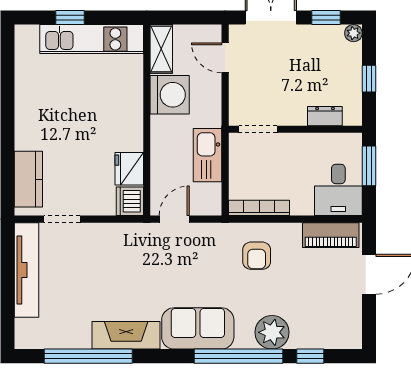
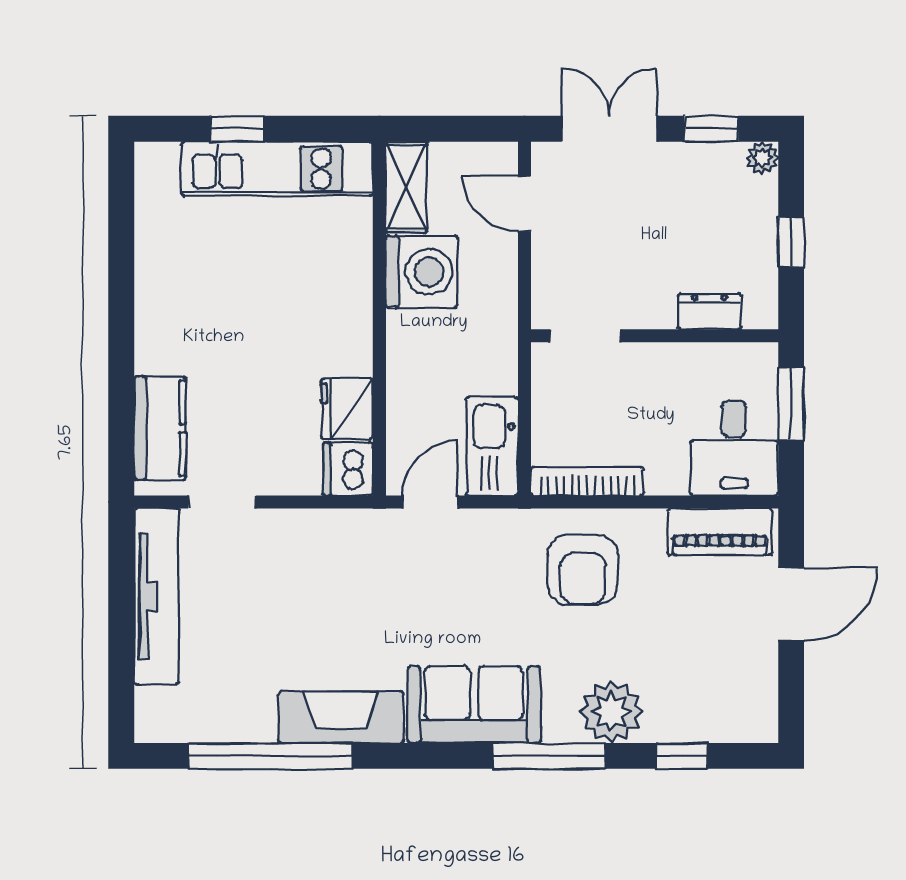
kitchen sink: (208, 155) -> (492, 446), moved
armchair: (257, 256) -> (583, 570), width x1.38, depth x1.38
window: (238, 356) -> (549, 756), width x0.68

